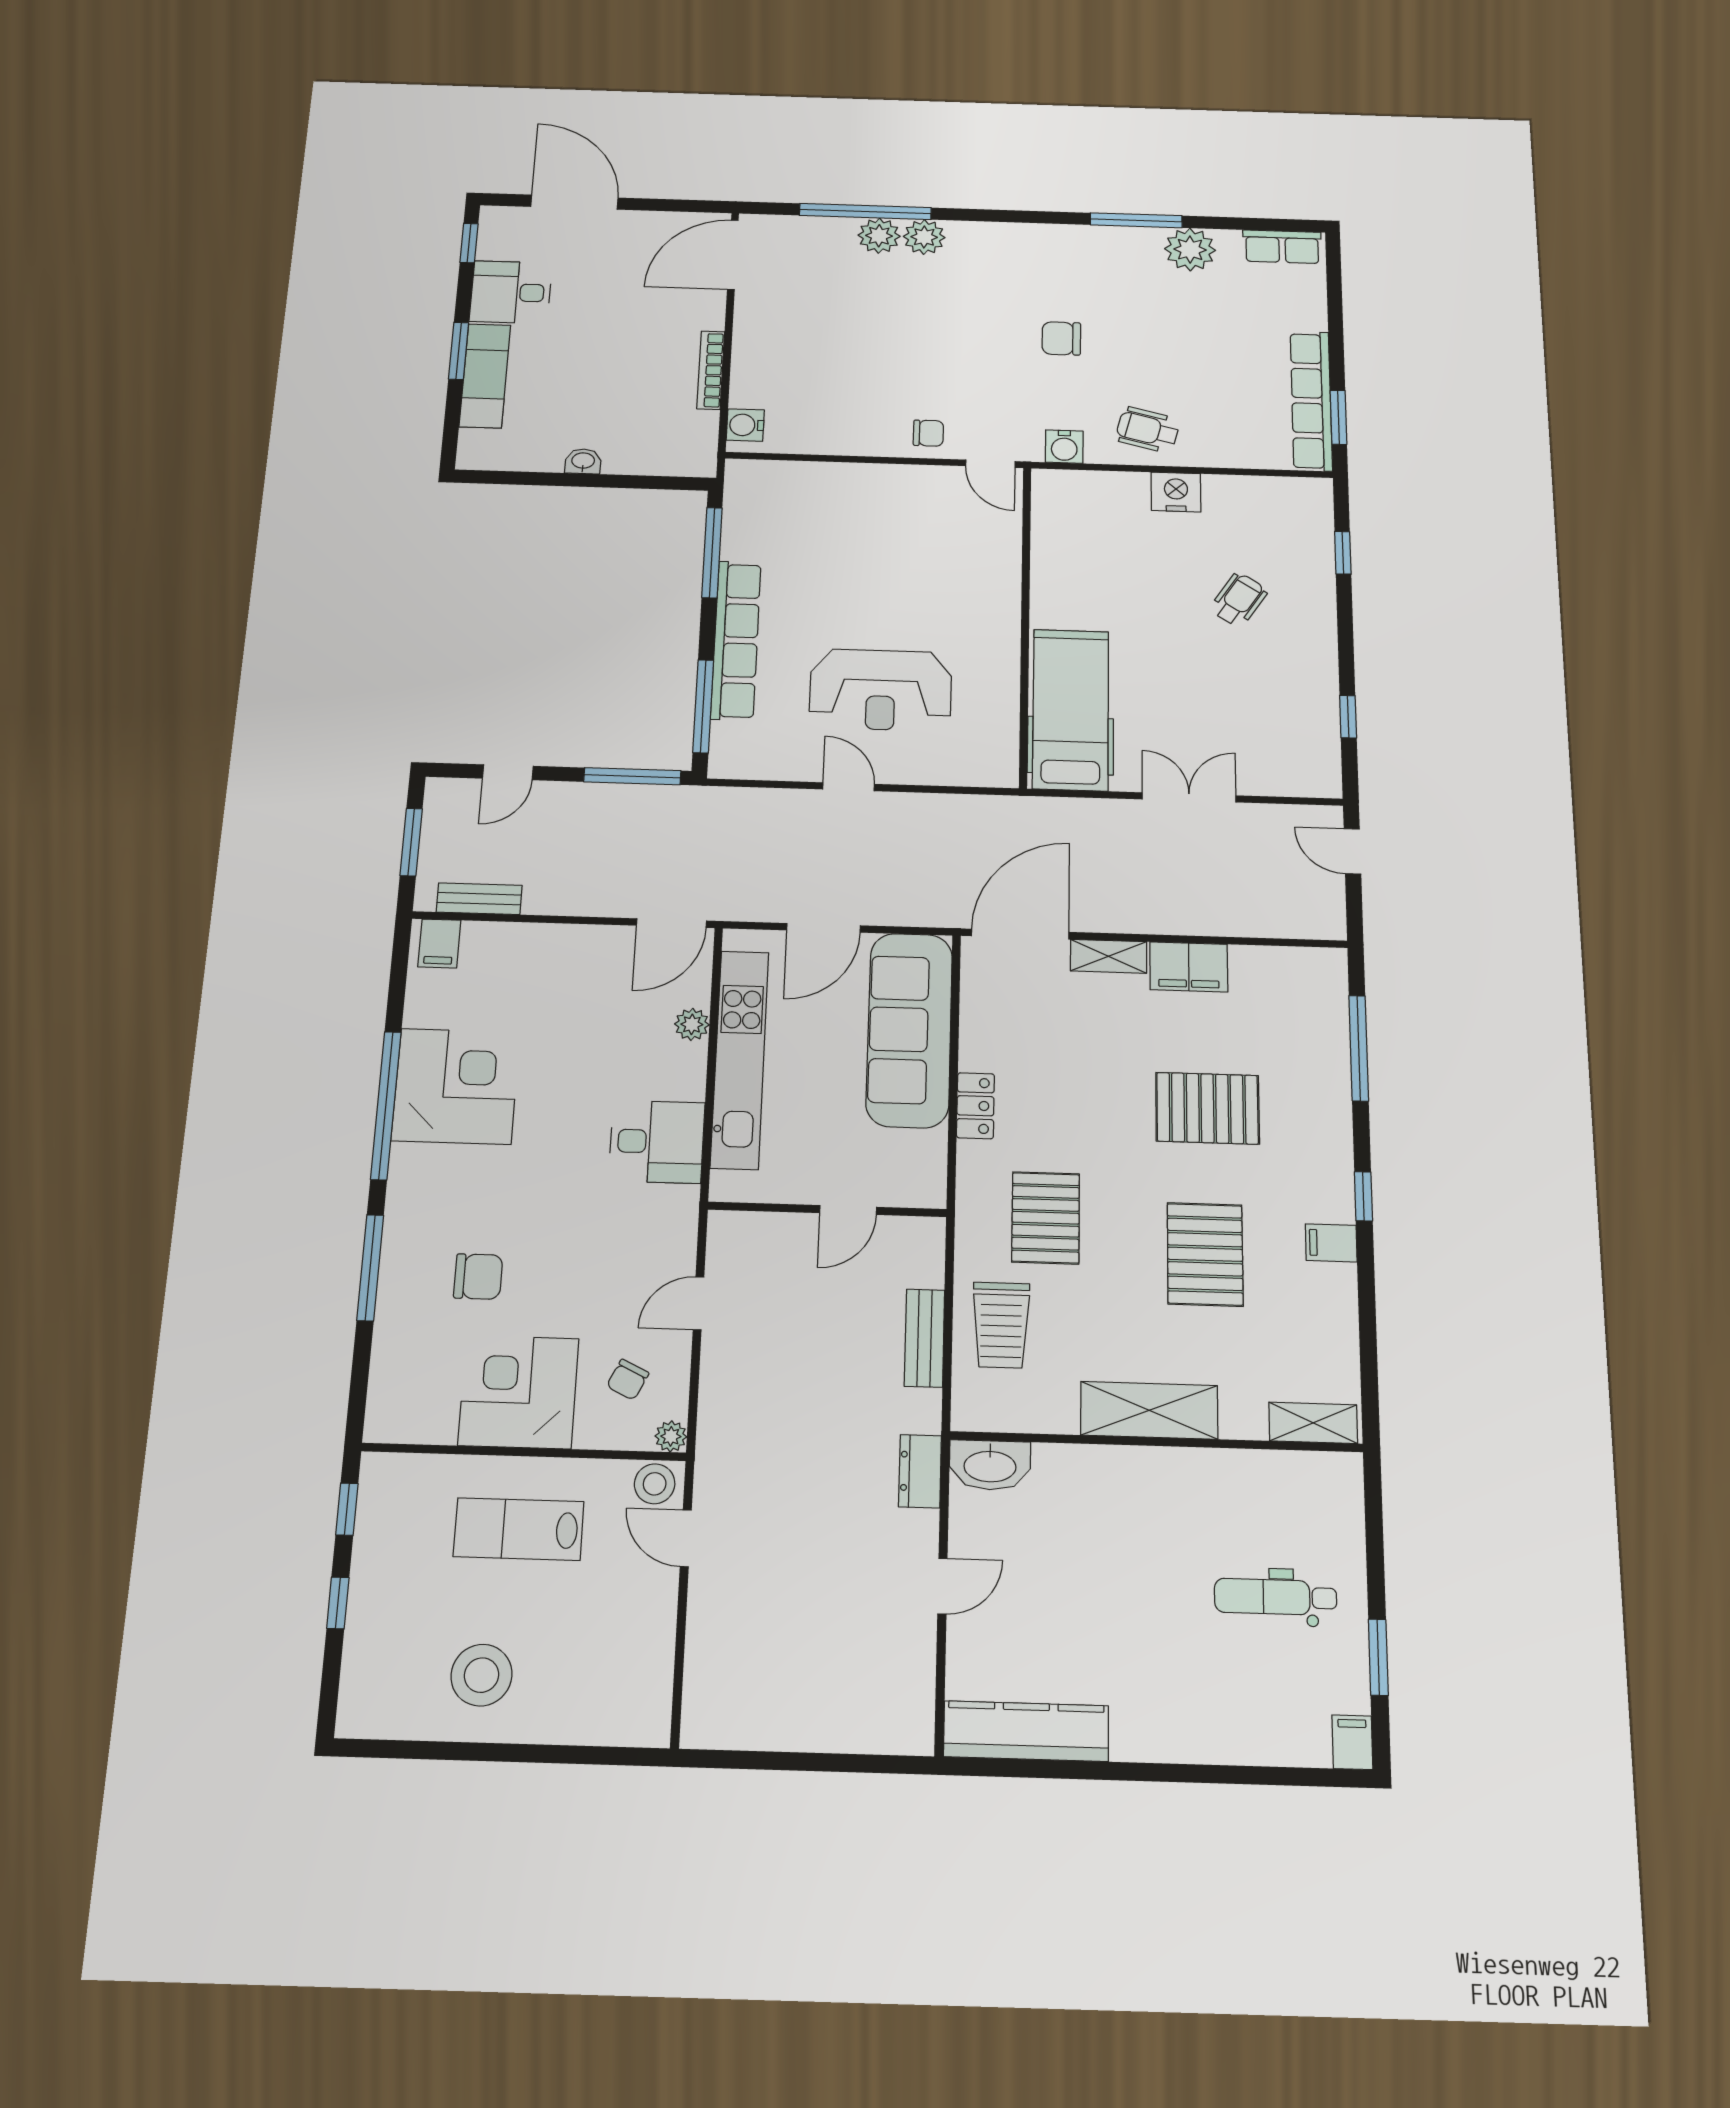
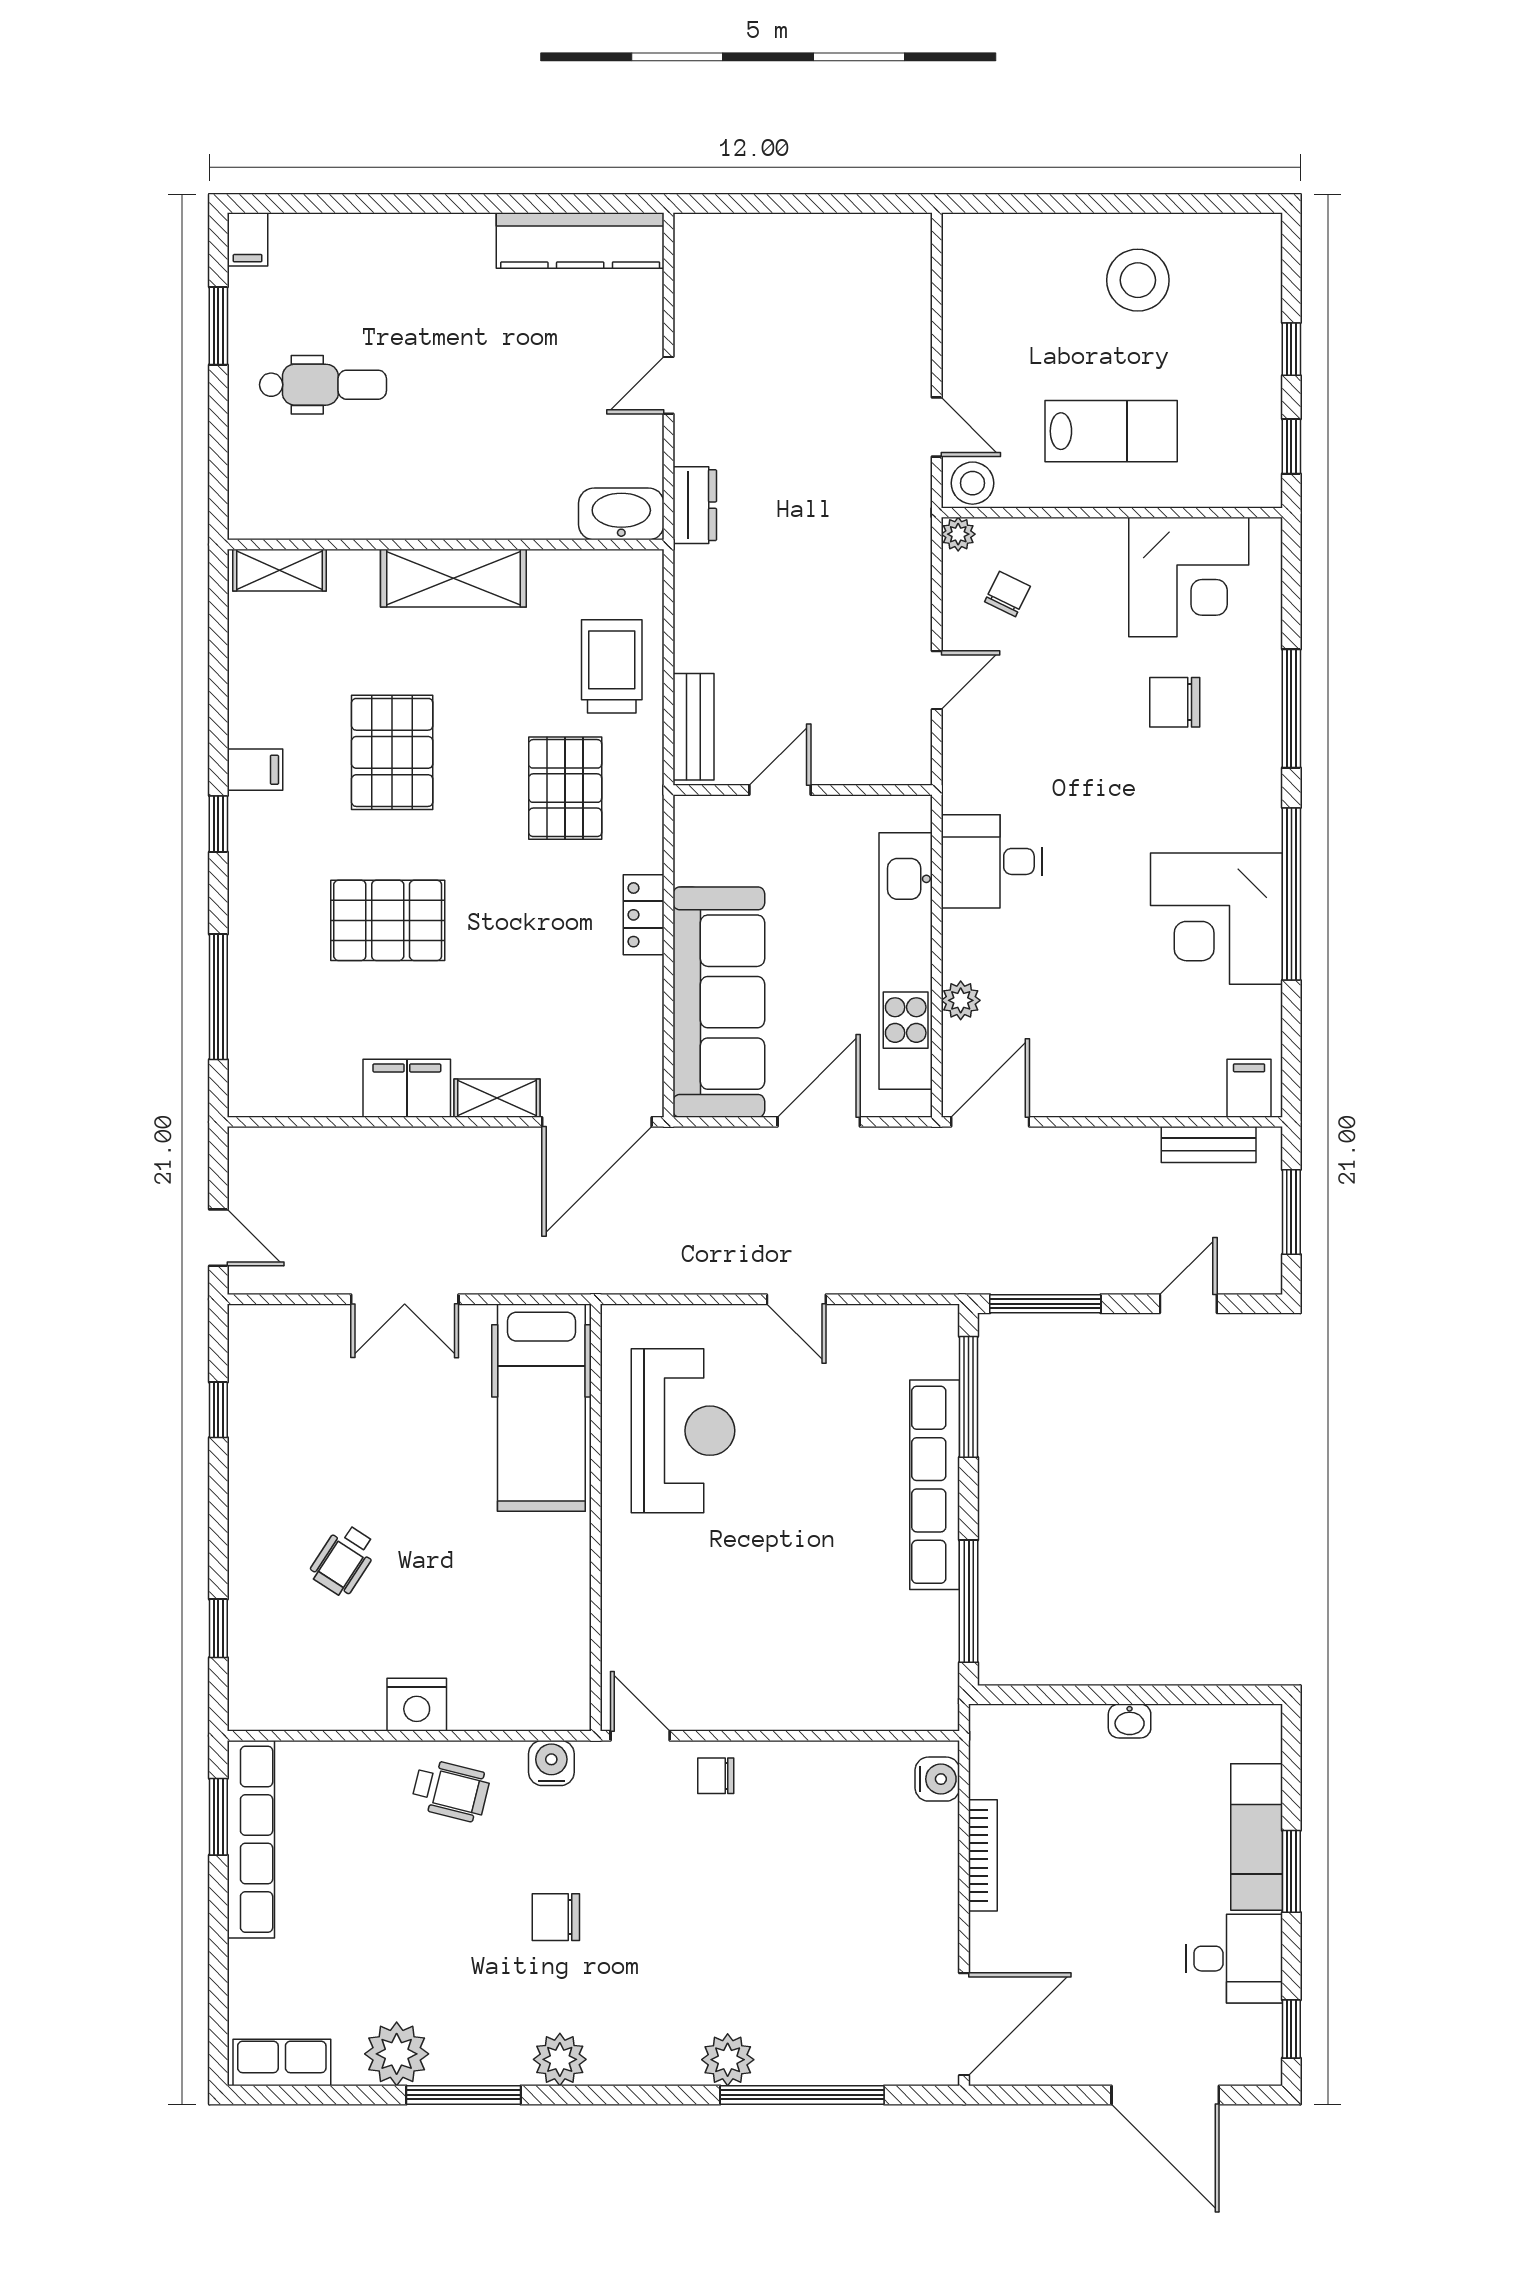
plant: (879, 236) -> (560, 2059), moved
chair: (1061, 338) -> (556, 1917), turned 180
reception desk: (881, 690) -> (683, 1431), moved, turned 90
bench: (925, 1338) -> (693, 727), moved
corner desk: (519, 1392) -> (1189, 577), moved

